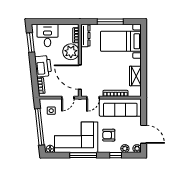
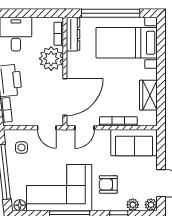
window: (110, 22) -> (111, 13), width x1.46
door: (80, 77) -> (65, 97), swing flipped
door: (68, 98) -> (47, 128), hinge flipped
sofa: (120, 107) -> (134, 143), width x0.73

